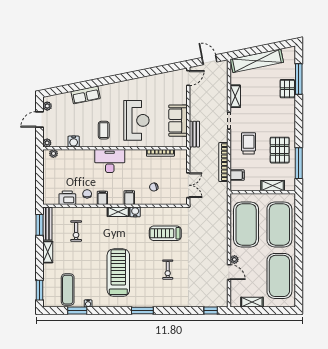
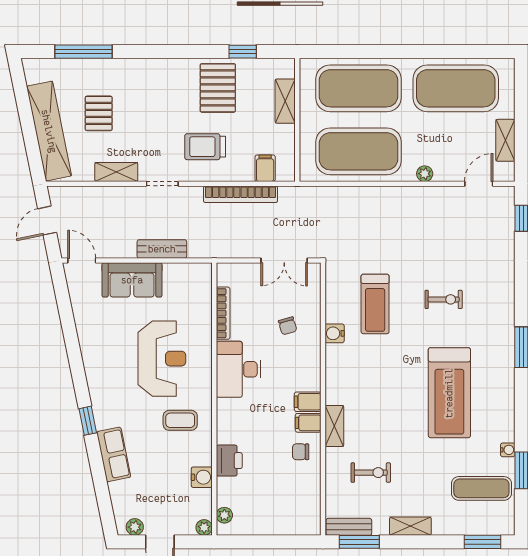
window: (104, 81) -> (88, 421), added
pallet: (287, 89) -> (99, 113), moved, turned 90
reception desk: (136, 120) -> (162, 359), turned 90
sofa: (178, 121) -> (132, 280), moved
bench: (194, 134) -> (162, 249), moved
pallet: (280, 150) -> (218, 88), turned 90
desk: (110, 161) -> (238, 369), moved
window: (299, 163) -> (243, 52), width x0.46
double door: (188, 185) -> (284, 261), swing flipped
printer: (67, 198) -> (229, 461), moved, turned 180
filing cabinet: (129, 198) -> (308, 402), moved
shelving: (118, 212) -> (334, 426), moved
water cooler: (135, 212) -> (335, 333), moved
bench: (47, 224) -> (349, 527), width x0.73
door: (229, 272) -> (479, 184), moved
treadmill: (118, 273) -> (449, 393), turned -90

